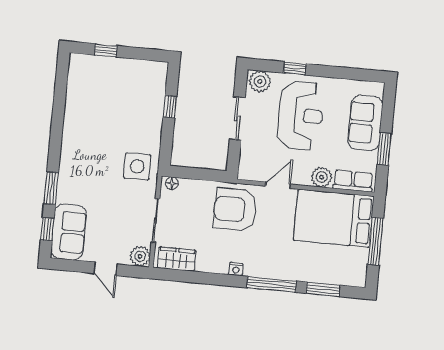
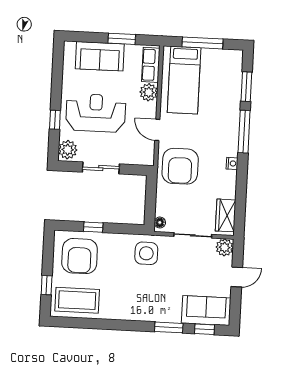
coffee table: (87, 85) -> (77, 300), added
armchair: (137, 90) -> (80, 256), added
bed: (334, 218) -> (184, 80), width x0.67

